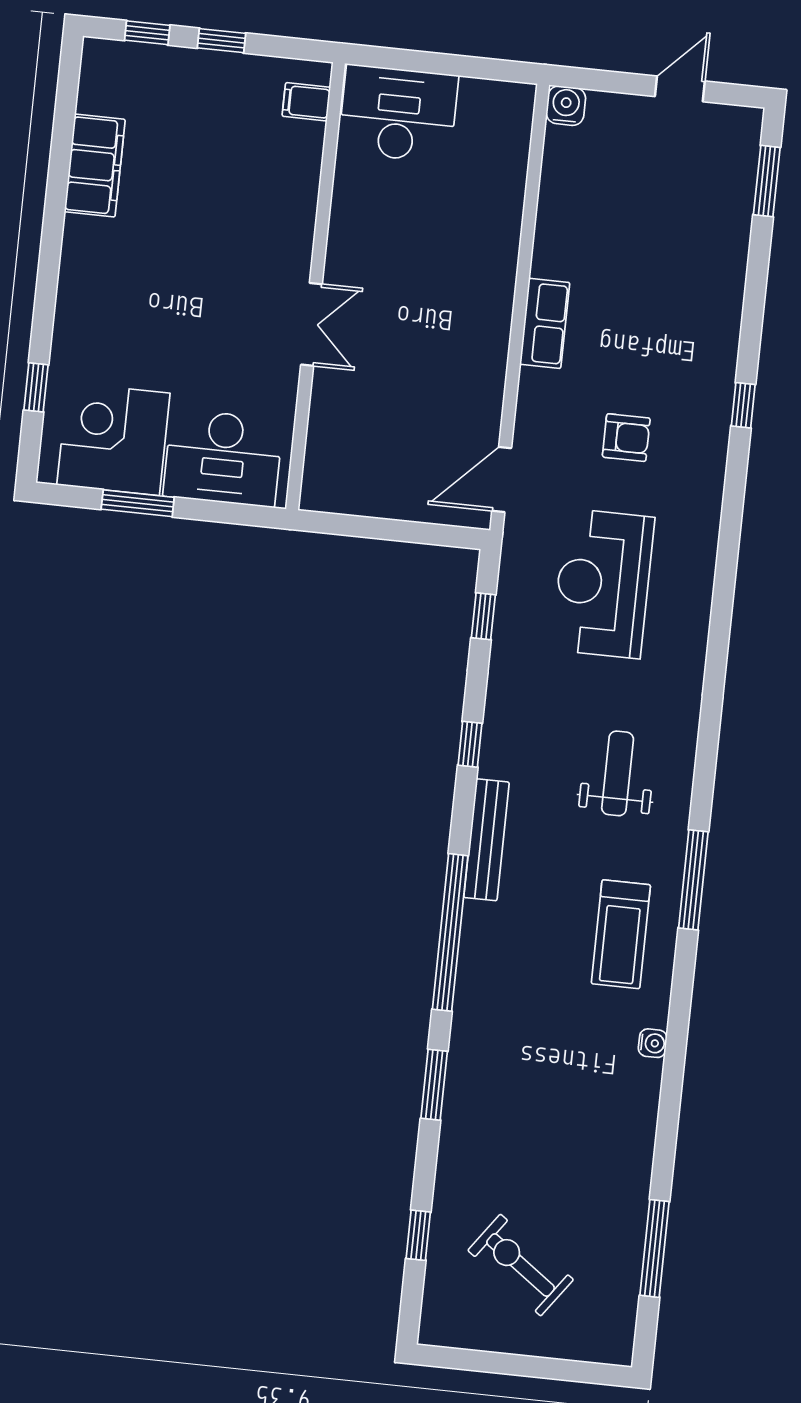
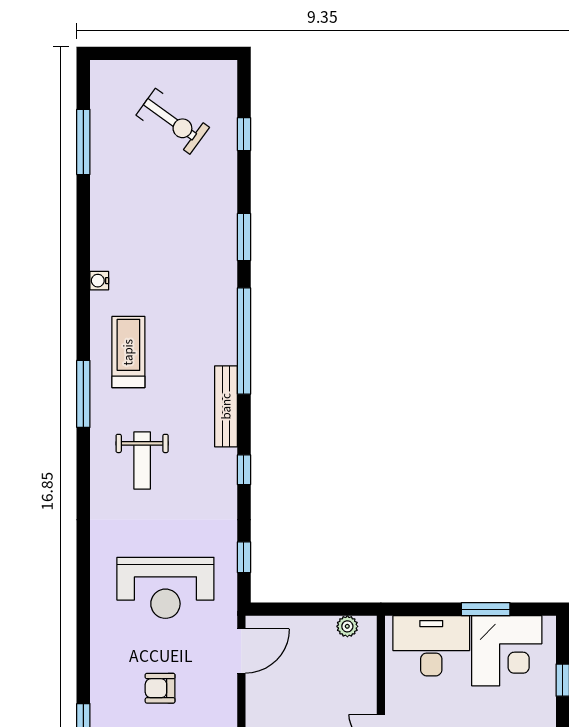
plant: (343, 499) -> (347, 626), added
reception desk: (603, 584) -> (165, 588), turned 90

